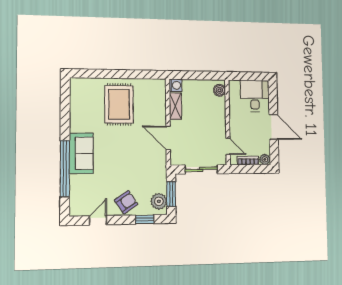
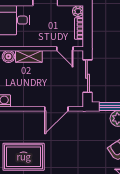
shelving: (175, 106) -> (29, 56), moved
door: (228, 146) -> (65, 49), swing flipped

